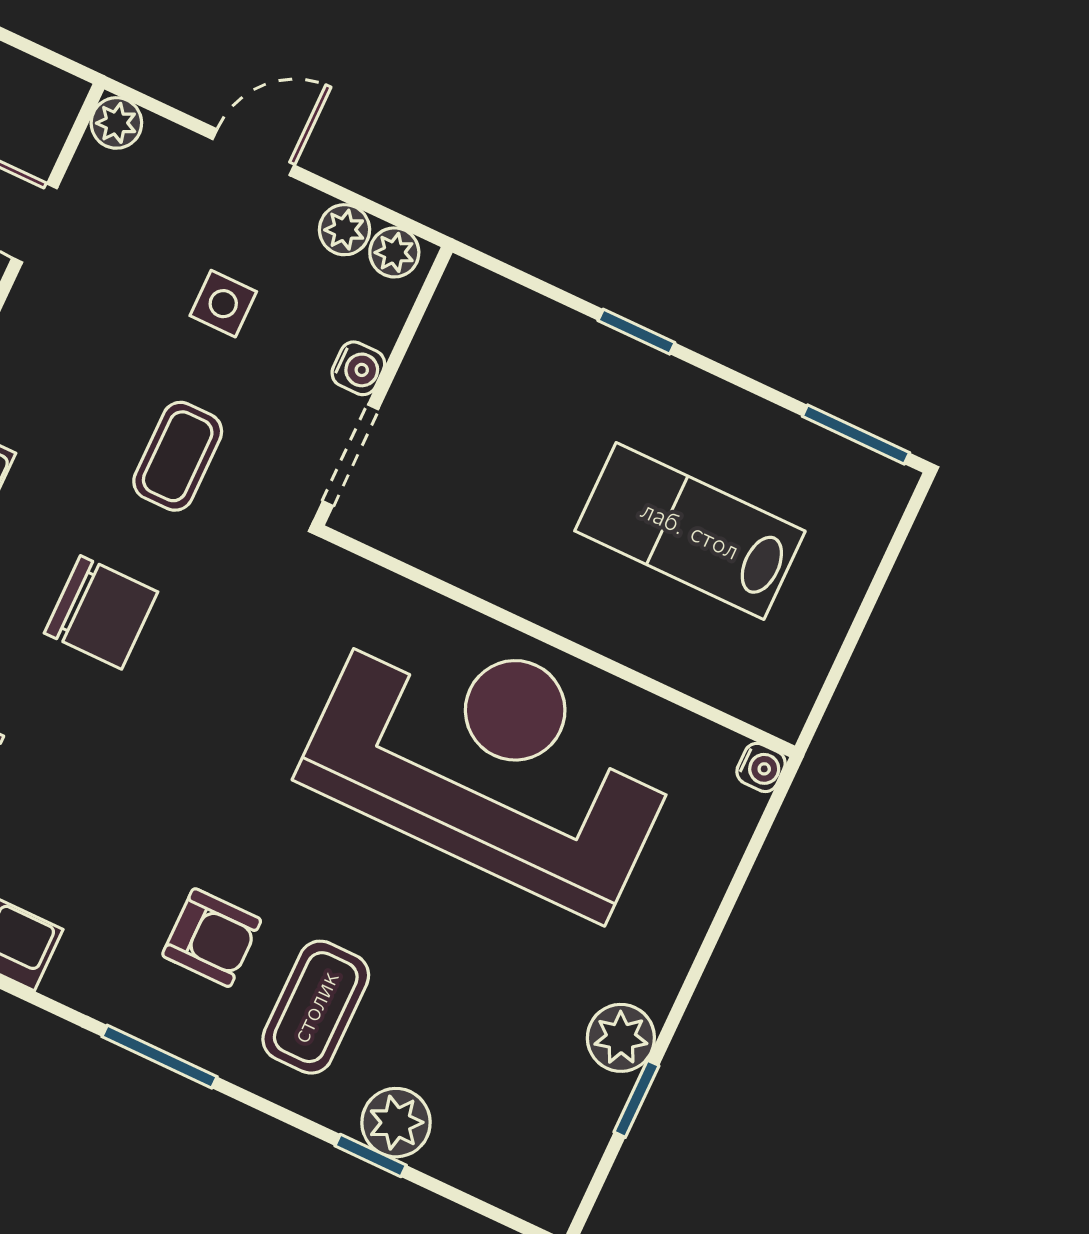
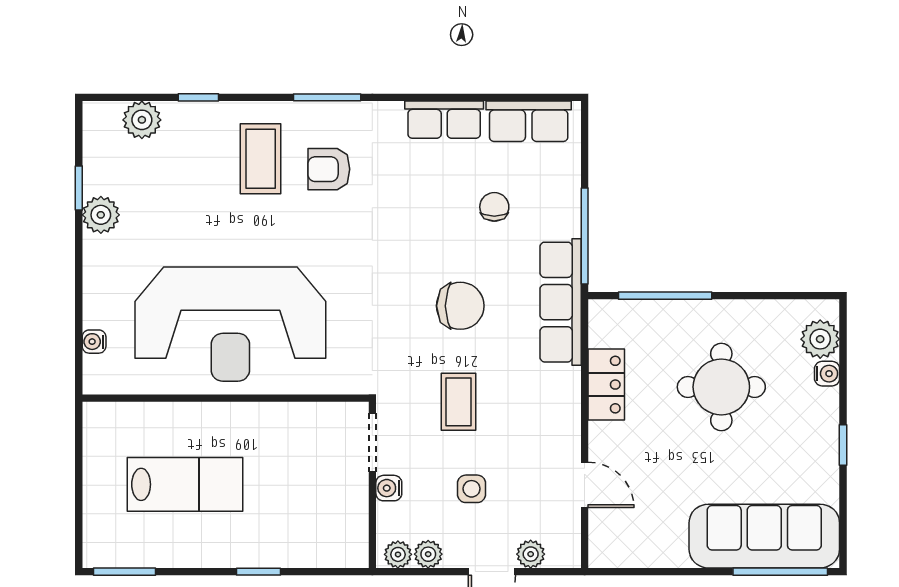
plant: (116, 123) -> (531, 554), moved
chair: (101, 612) -> (460, 306), turned 180
water cooler: (761, 767) -> (94, 342), moved
plant: (396, 1123) -> (142, 120), moved

